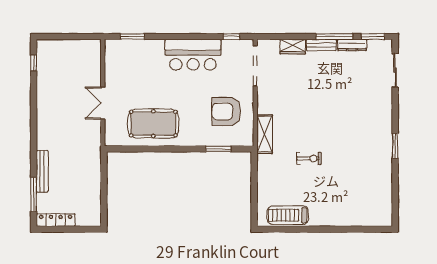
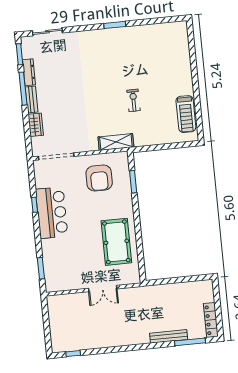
window: (232, 37) -> (35, 205), moved

